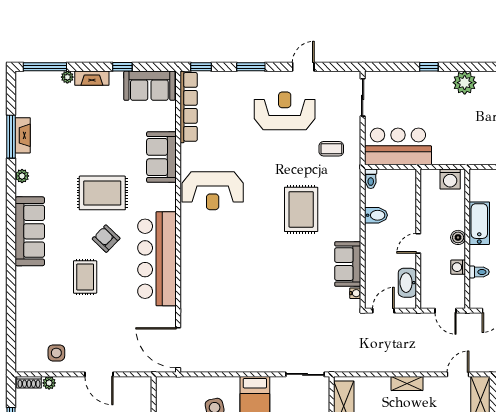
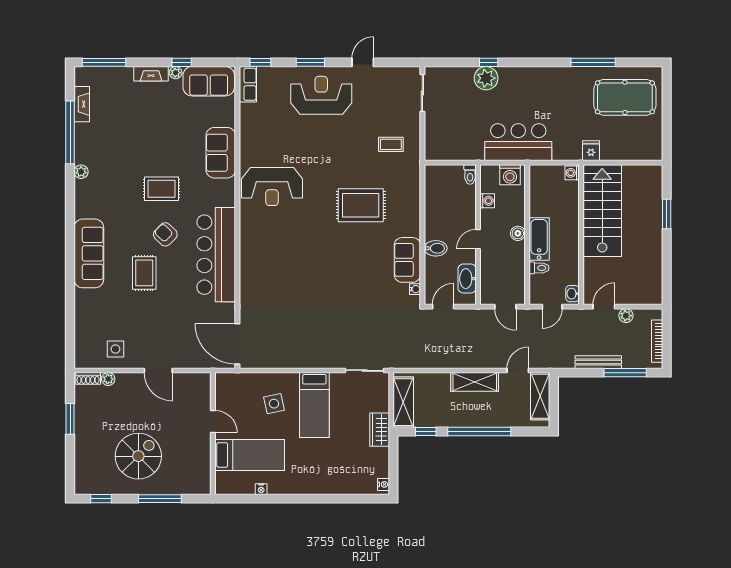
plant: (67, 77) -> (176, 73), moved
plant: (465, 83) -> (486, 78), moved
row of seats: (189, 107) -> (248, 84), width x0.50
reception desk: (285, 111) -> (321, 95), moved
fireplace: (23, 135) -> (82, 104), moved
window: (11, 137) -> (70, 132), width x1.46
bar counter: (398, 146) -> (518, 142), moved
toilet: (371, 179) -> (470, 175), moved
rug: (102, 193) -> (161, 189), width x0.73, depth x0.70
rug: (301, 209) -> (361, 205), turned 90
bidet: (376, 215) -> (436, 248), moved
bathtub: (479, 223) -> (539, 239), moved
sofa: (30, 231) -> (89, 253), moved
washing machine: (458, 267) -> (487, 201), moved, turned 180
shelving: (407, 383) -> (475, 382), width x1.50, depth x1.33

